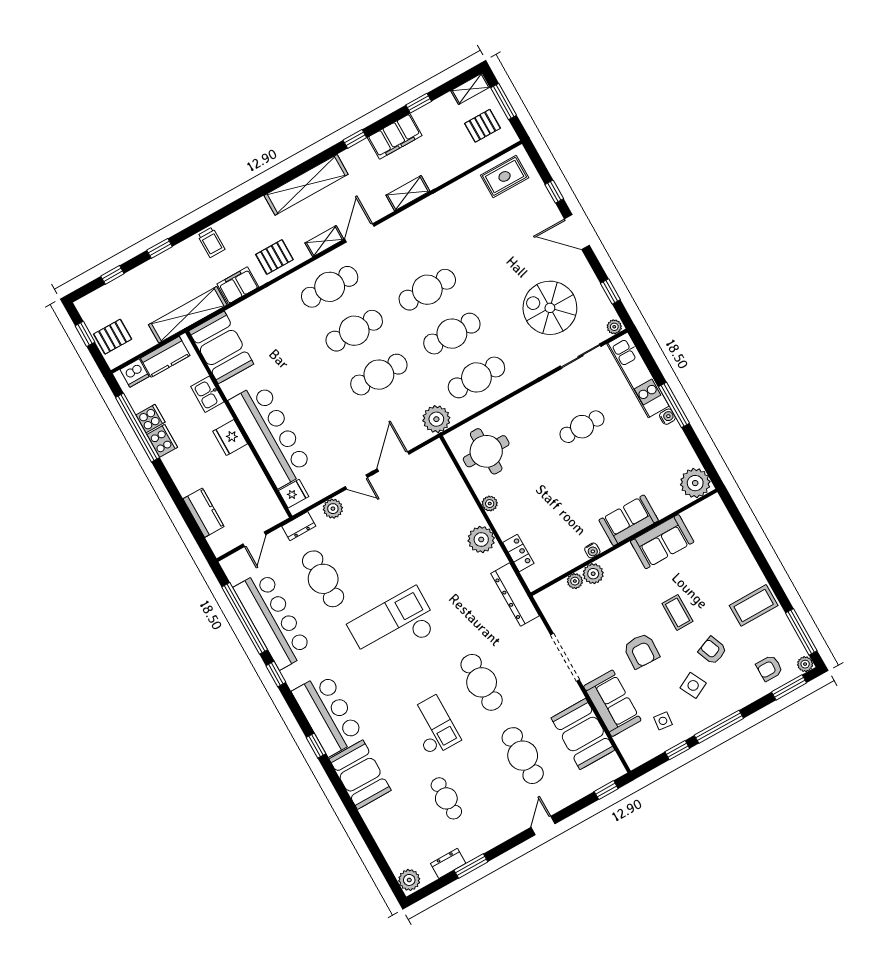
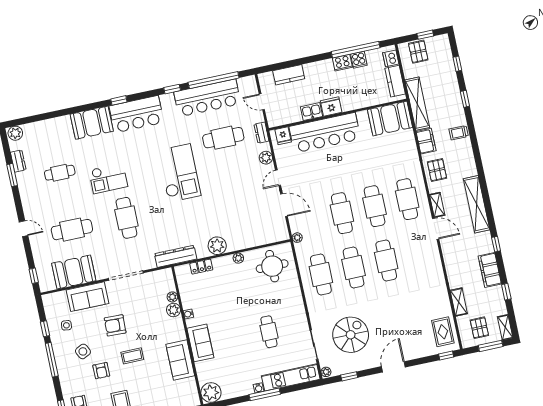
window: (554, 192) -> (446, 355), moved
shelving: (408, 193) -> (459, 302), moved
kitchen sink: (207, 394) -> (312, 112), moved
plant: (436, 419) -> (297, 238), width x0.53, depth x0.53
armchair: (713, 651) -> (101, 371), turned 112
cafe table: (482, 682) -> (126, 218), turned 90

